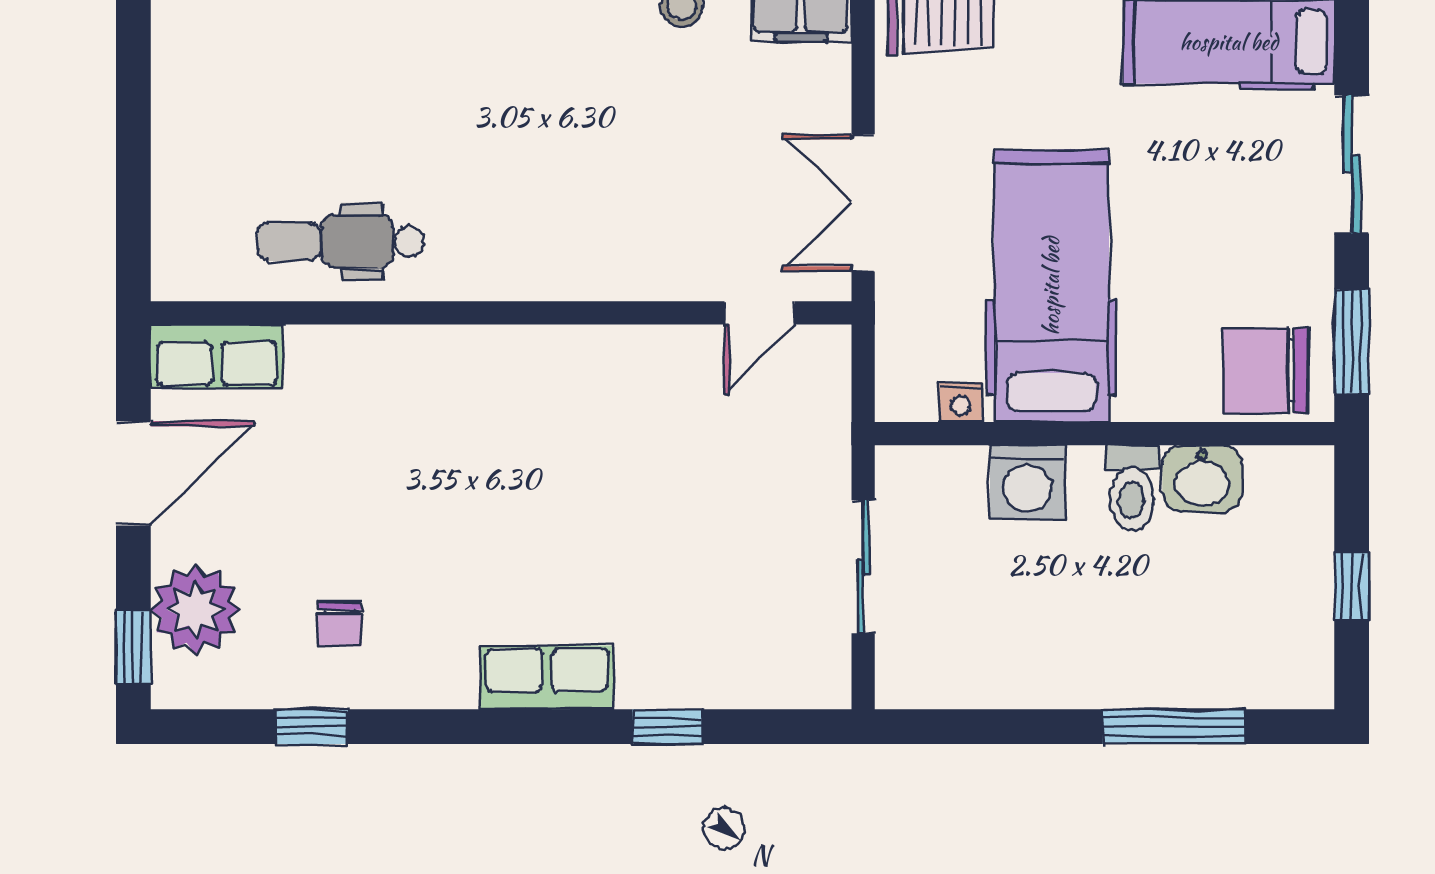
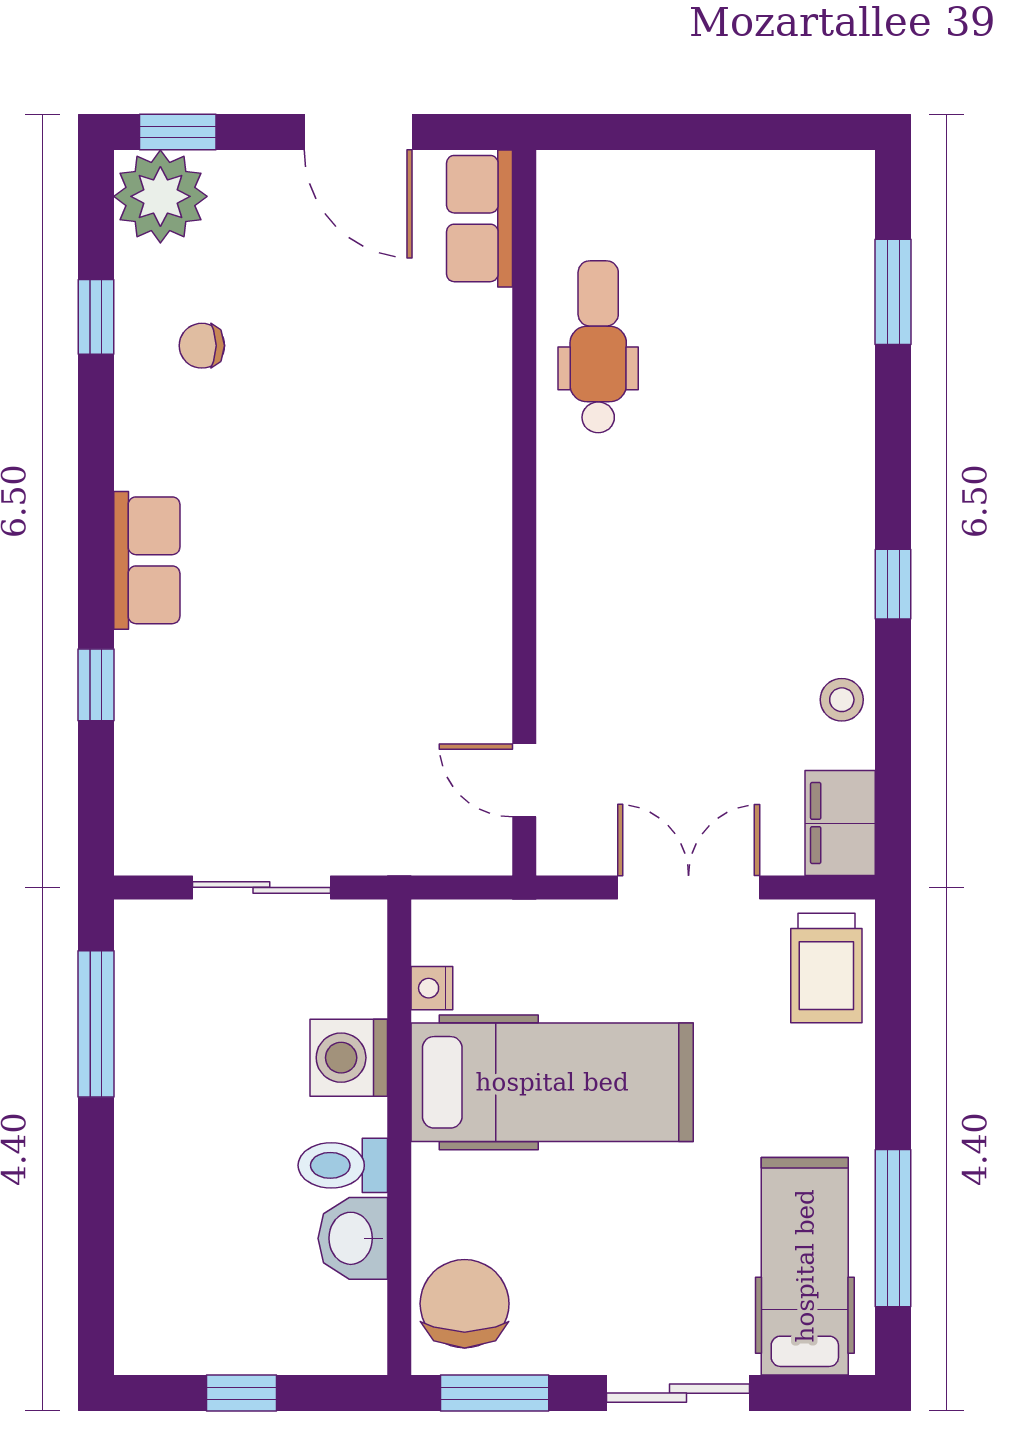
double door: (863, 203) -> (689, 887), moved
plant: (196, 609) -> (160, 196), moved
window: (1174, 727) -> (96, 1024), moved

